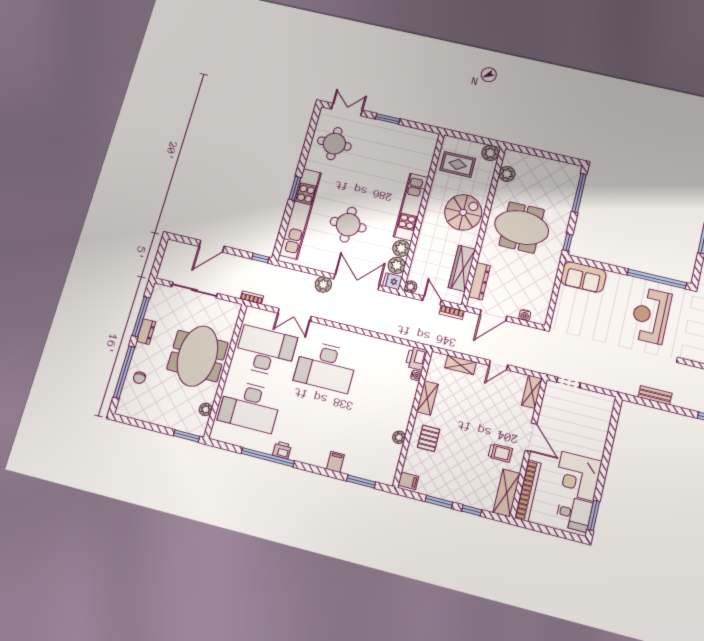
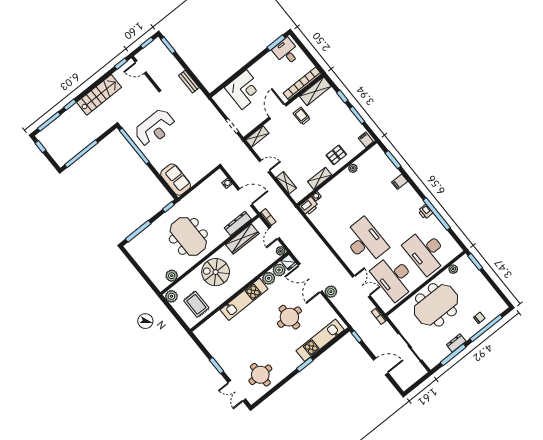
kitchen unit: (300, 214) -> (320, 340), width x0.73
desk: (250, 406) -> (426, 251), turned 180
corner desk: (578, 476) -> (244, 90), moved

